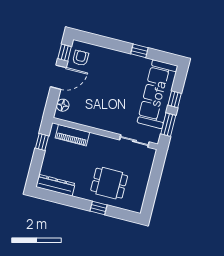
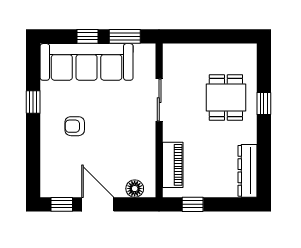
armchair: (81, 58) -> (75, 126), moved
sliding door: (134, 141) -> (159, 100), moved

